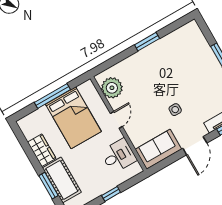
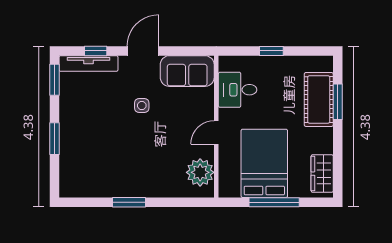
wardrobe: (42, 150) -> (322, 174), moved

